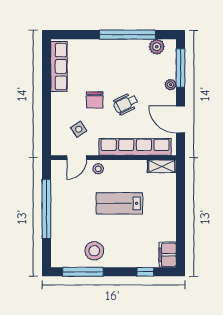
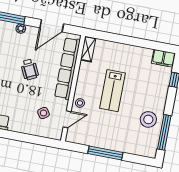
chair: (95, 100) -> (21, 95), removed
door: (77, 158) -> (67, 119), hinge flipped
window: (46, 209) -> (105, 153), width x0.68

